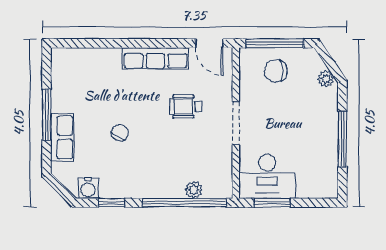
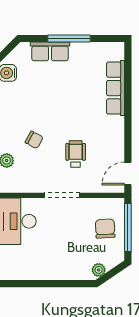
row of seats: (155, 58) -> (116, 88), moved
chair: (120, 133) -> (34, 140), moved
window: (342, 139) -> (49, 284), removed

